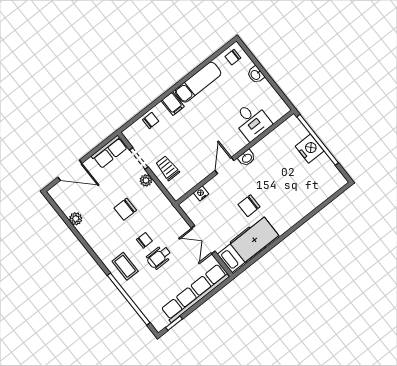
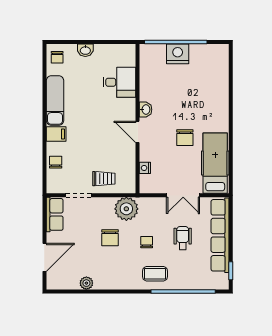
trolley: (168, 168) -> (104, 179), turned 180
plant: (146, 180) -> (126, 209), moved, width x1.87, depth x1.87
wheelchair: (159, 257) -> (183, 238), moved, turned 180

